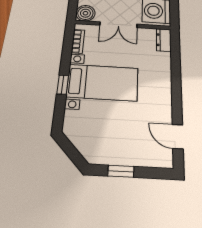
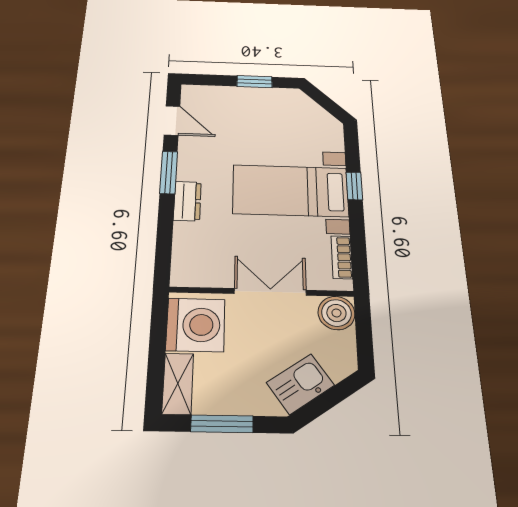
dresser: (164, 40) -> (187, 201), moved
window: (177, 97) -> (169, 172), added

